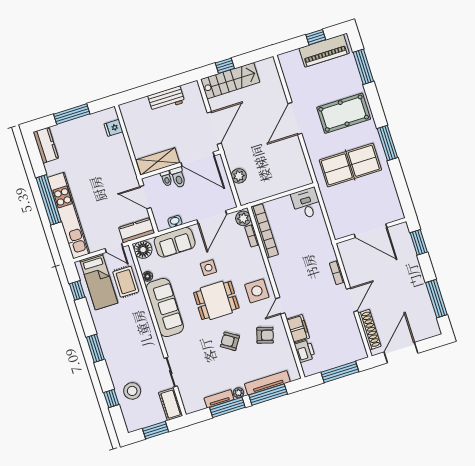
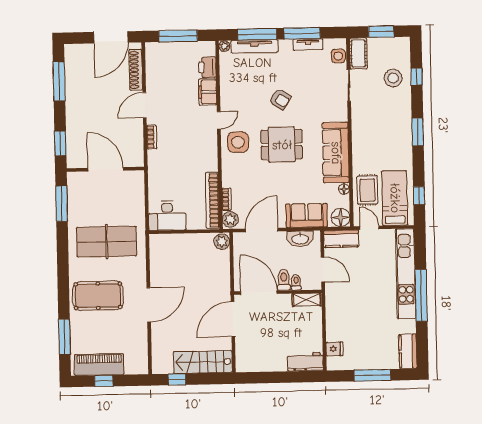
window: (225, 66) -> (177, 379), moved
workbench: (166, 99) -> (305, 362), moved
window: (387, 143) -> (62, 204), moved
shelving: (158, 161) -> (307, 300), width x0.67, depth x0.75
plant: (239, 176) -> (222, 242), moved
desk: (306, 203) -> (167, 216), width x1.37
washbasin: (175, 221) -> (300, 239), width x1.91, depth x1.45
side table: (208, 268) -> (338, 56), moved
armchair: (265, 335) -> (243, 95), removed
plant: (238, 393) -> (224, 46), moved

